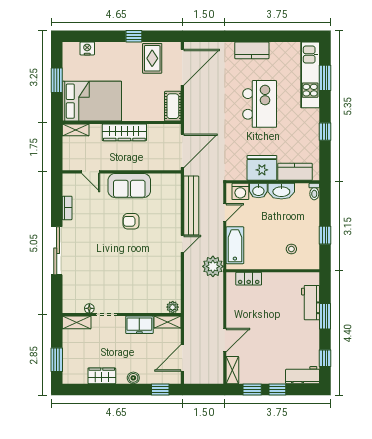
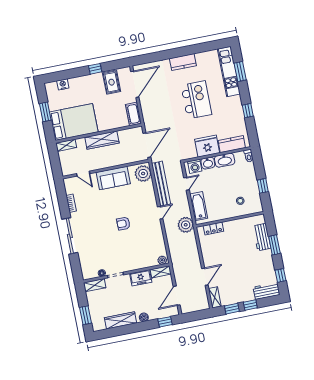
plant: (170, 187) -> (143, 174), added
armchair: (131, 221) -> (123, 224), moved
wardrobe: (102, 376) -> (121, 320), width x1.50

